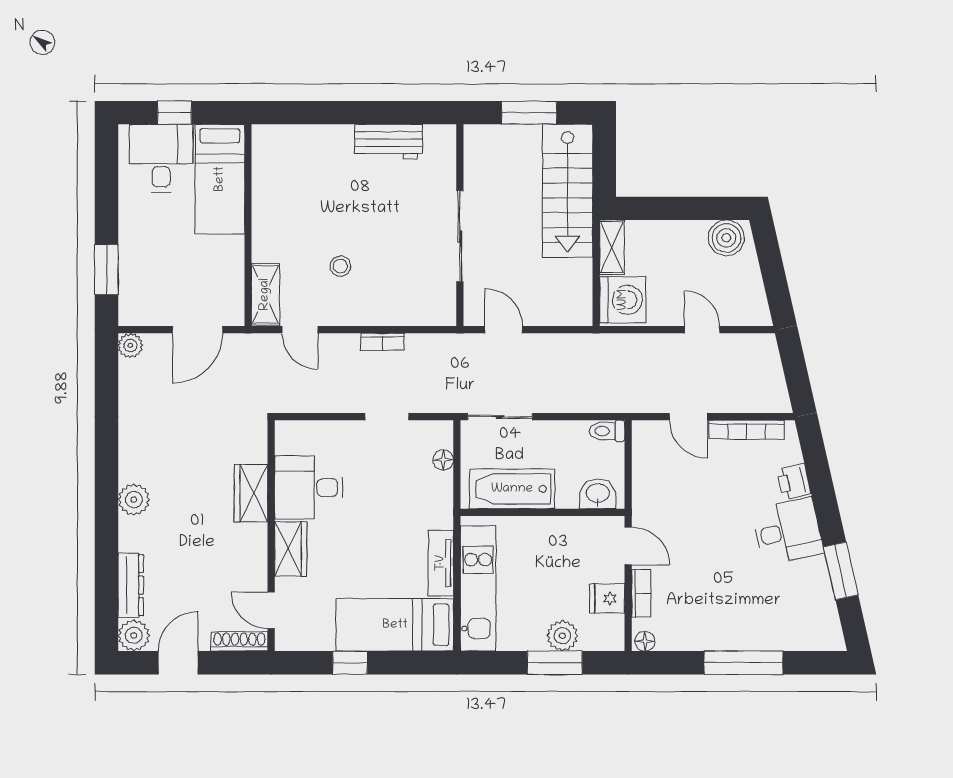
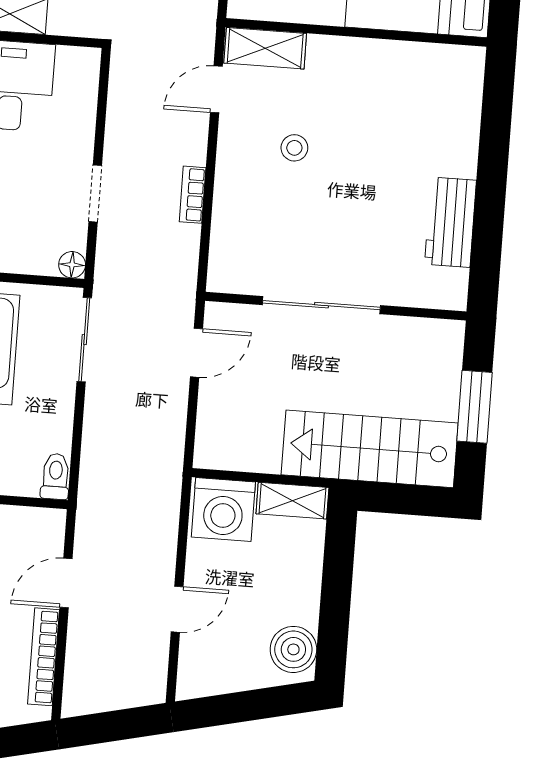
floor lamp: (443, 460) -> (72, 265), moved

